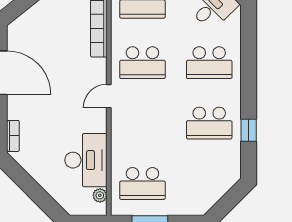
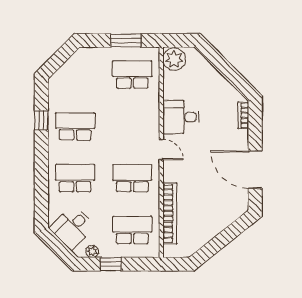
door: (109, 96) -> (161, 150), hinge flipped
desk: (86, 160) -> (181, 117), moved, width x0.73
plant: (100, 195) -> (174, 59), width x1.87, depth x1.87

